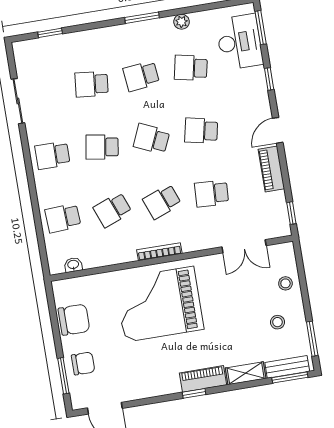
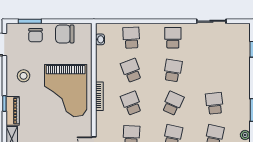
school desk: (92, 84) -> (214, 70), removed
grand piano: (159, 304) -> (66, 91), turned 180
chair: (74, 320) -> (65, 34), turned 90
stool: (147, 371) -> (24, 76), added

